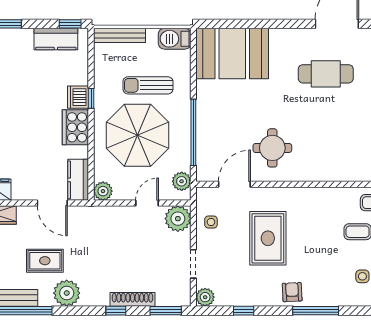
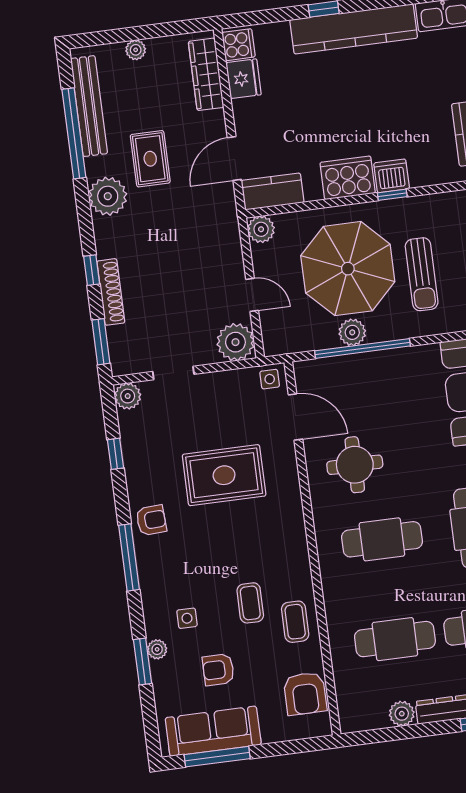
sun lounger: (148, 85) -> (422, 274), turned 180
cafe table: (326, 136) -> (382, 539), added
plant: (182, 181) -> (352, 332), moved
side table: (211, 222) -> (270, 379), moved

